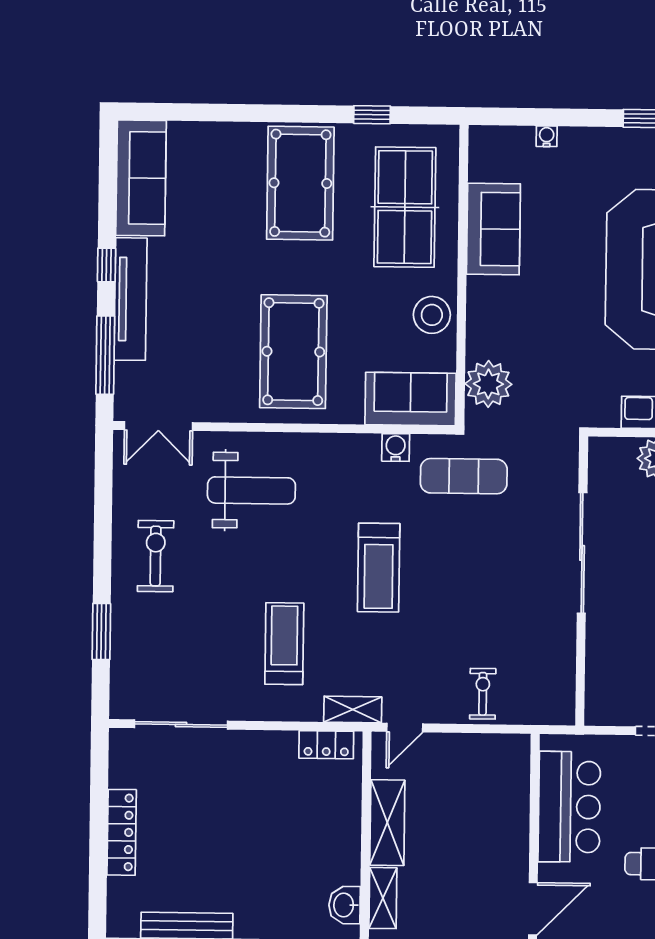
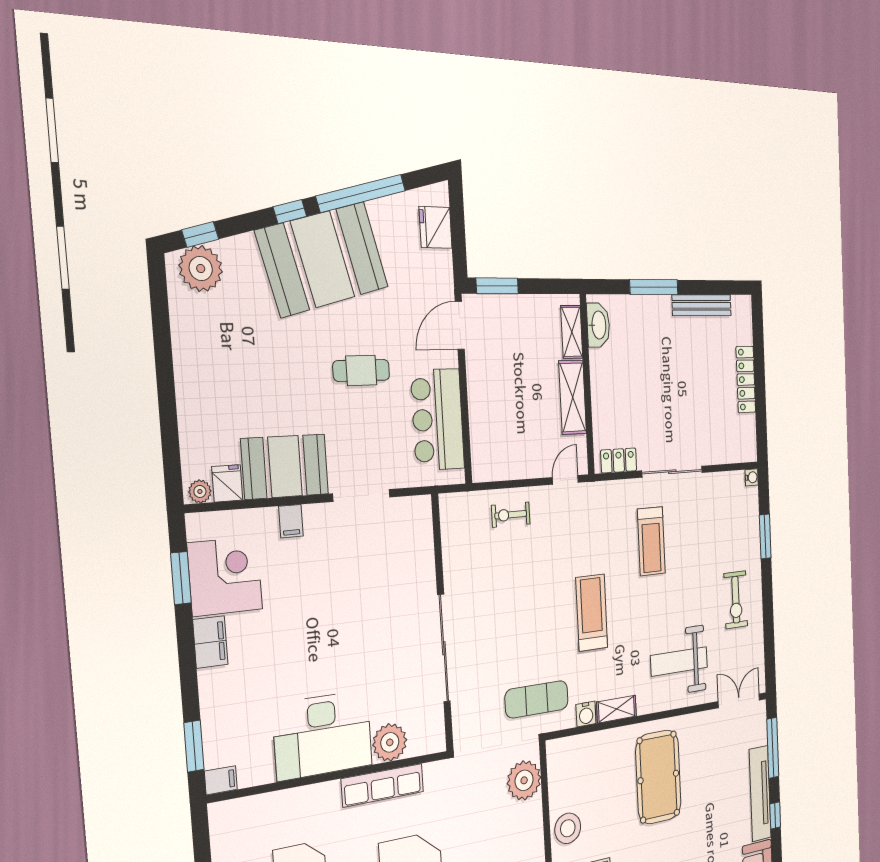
sofa: (411, 399) -> (578, 756), removed
exercise bike: (483, 694) -> (511, 515), turned 90
water cooler: (120, 709) -> (752, 477), added
shelving: (353, 709) -> (617, 709), moved
sliding door: (181, 724) -> (672, 472), moved
washbasin: (345, 905) -> (598, 325), width x1.38

